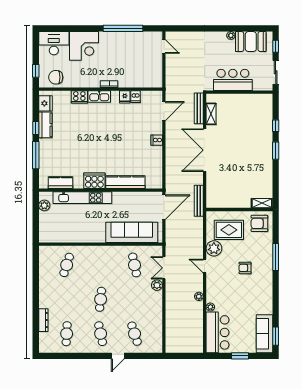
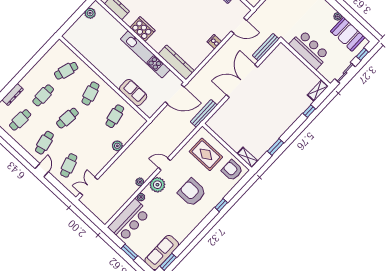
shelving: (211, 114) -> (318, 91), moved
window: (276, 151) -> (276, 147), moved
kitchen counter: (125, 182) -> (176, 62), moved
kitchen unit: (82, 198) -> (145, 54), moved
sofa: (132, 232) -> (133, 93), width x0.54, depth x0.79
plant: (214, 248) -> (157, 185), moved
window: (276, 257) -> (221, 205), width x0.46
cafe table: (101, 265) -> (90, 93), added
door: (205, 266) -> (164, 164), hinge flipped
double door: (164, 268) -> (89, 186), moved
armchair: (245, 268) -> (192, 192), width x1.88, depth x1.88
cafe table: (67, 299) -> (43, 95), added
door: (118, 356) -> (42, 170), swing flipped

